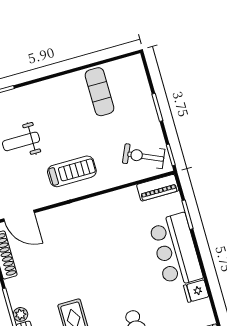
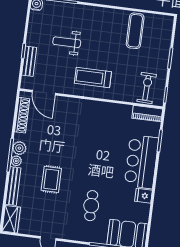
exercise bike: (144, 156) -> (147, 88), turned 68
treadmill: (72, 171) -> (93, 77), turned 180
plant: (18, 297) -> (19, 148), added

